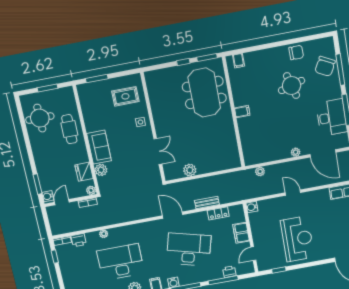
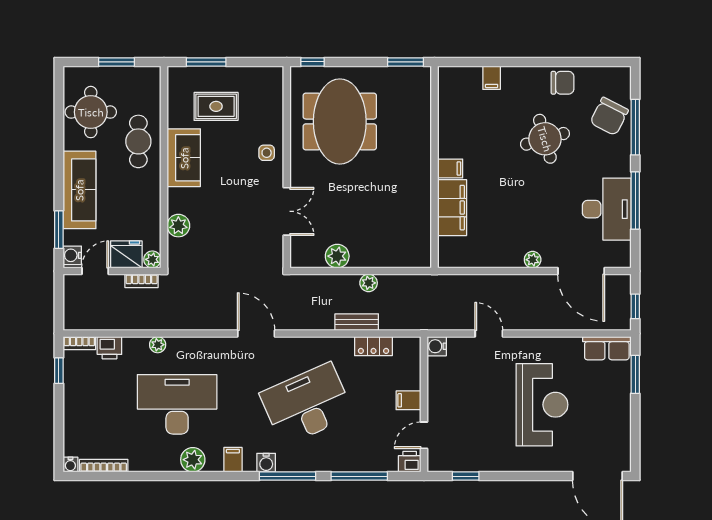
filing cabinet: (239, 61) -> (492, 78), moved
window: (183, 62) -> (313, 62), moved
meeting table: (204, 93) -> (340, 121), moved
rug: (125, 96) -> (216, 106), moved
filing cabinet: (247, 133) -> (452, 208), added
sofa: (99, 147) -> (184, 158), moved
sofa: (44, 161) -> (79, 190), added
plant: (260, 171) -> (369, 283), moved
fridge: (84, 172) -> (126, 254), moved, turned 90
door: (293, 193) -> (489, 334), moved
door: (173, 215) -> (256, 334), moved
filing cabinet: (241, 233) -> (408, 400), width x0.50
reception desk: (297, 239) -> (542, 405), moved
desk: (189, 249) -> (307, 404), turned -39
printer: (229, 272) -> (410, 462), moved

